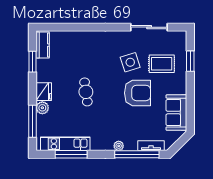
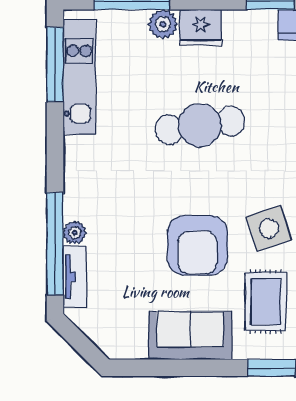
cafe table: (86, 92) -> (200, 125), width x1.37, depth x1.35
sofa: (176, 113) -> (190, 336), moved
plant: (119, 146) -> (75, 233), moved
window: (71, 154) -> (55, 64), moved

